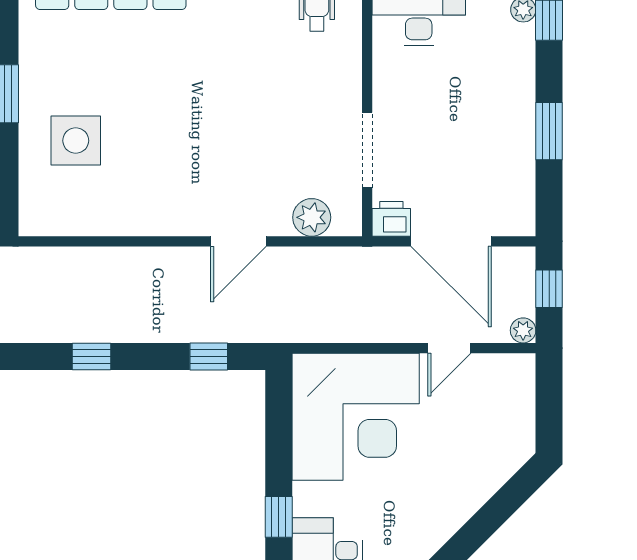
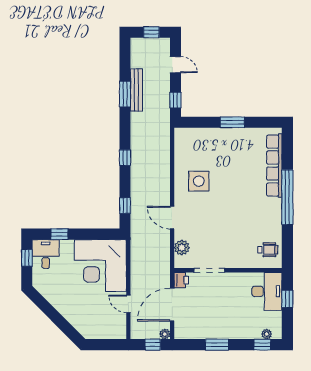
side table: (76, 141) -> (199, 181), moved
plant: (523, 330) -> (165, 334), moved

